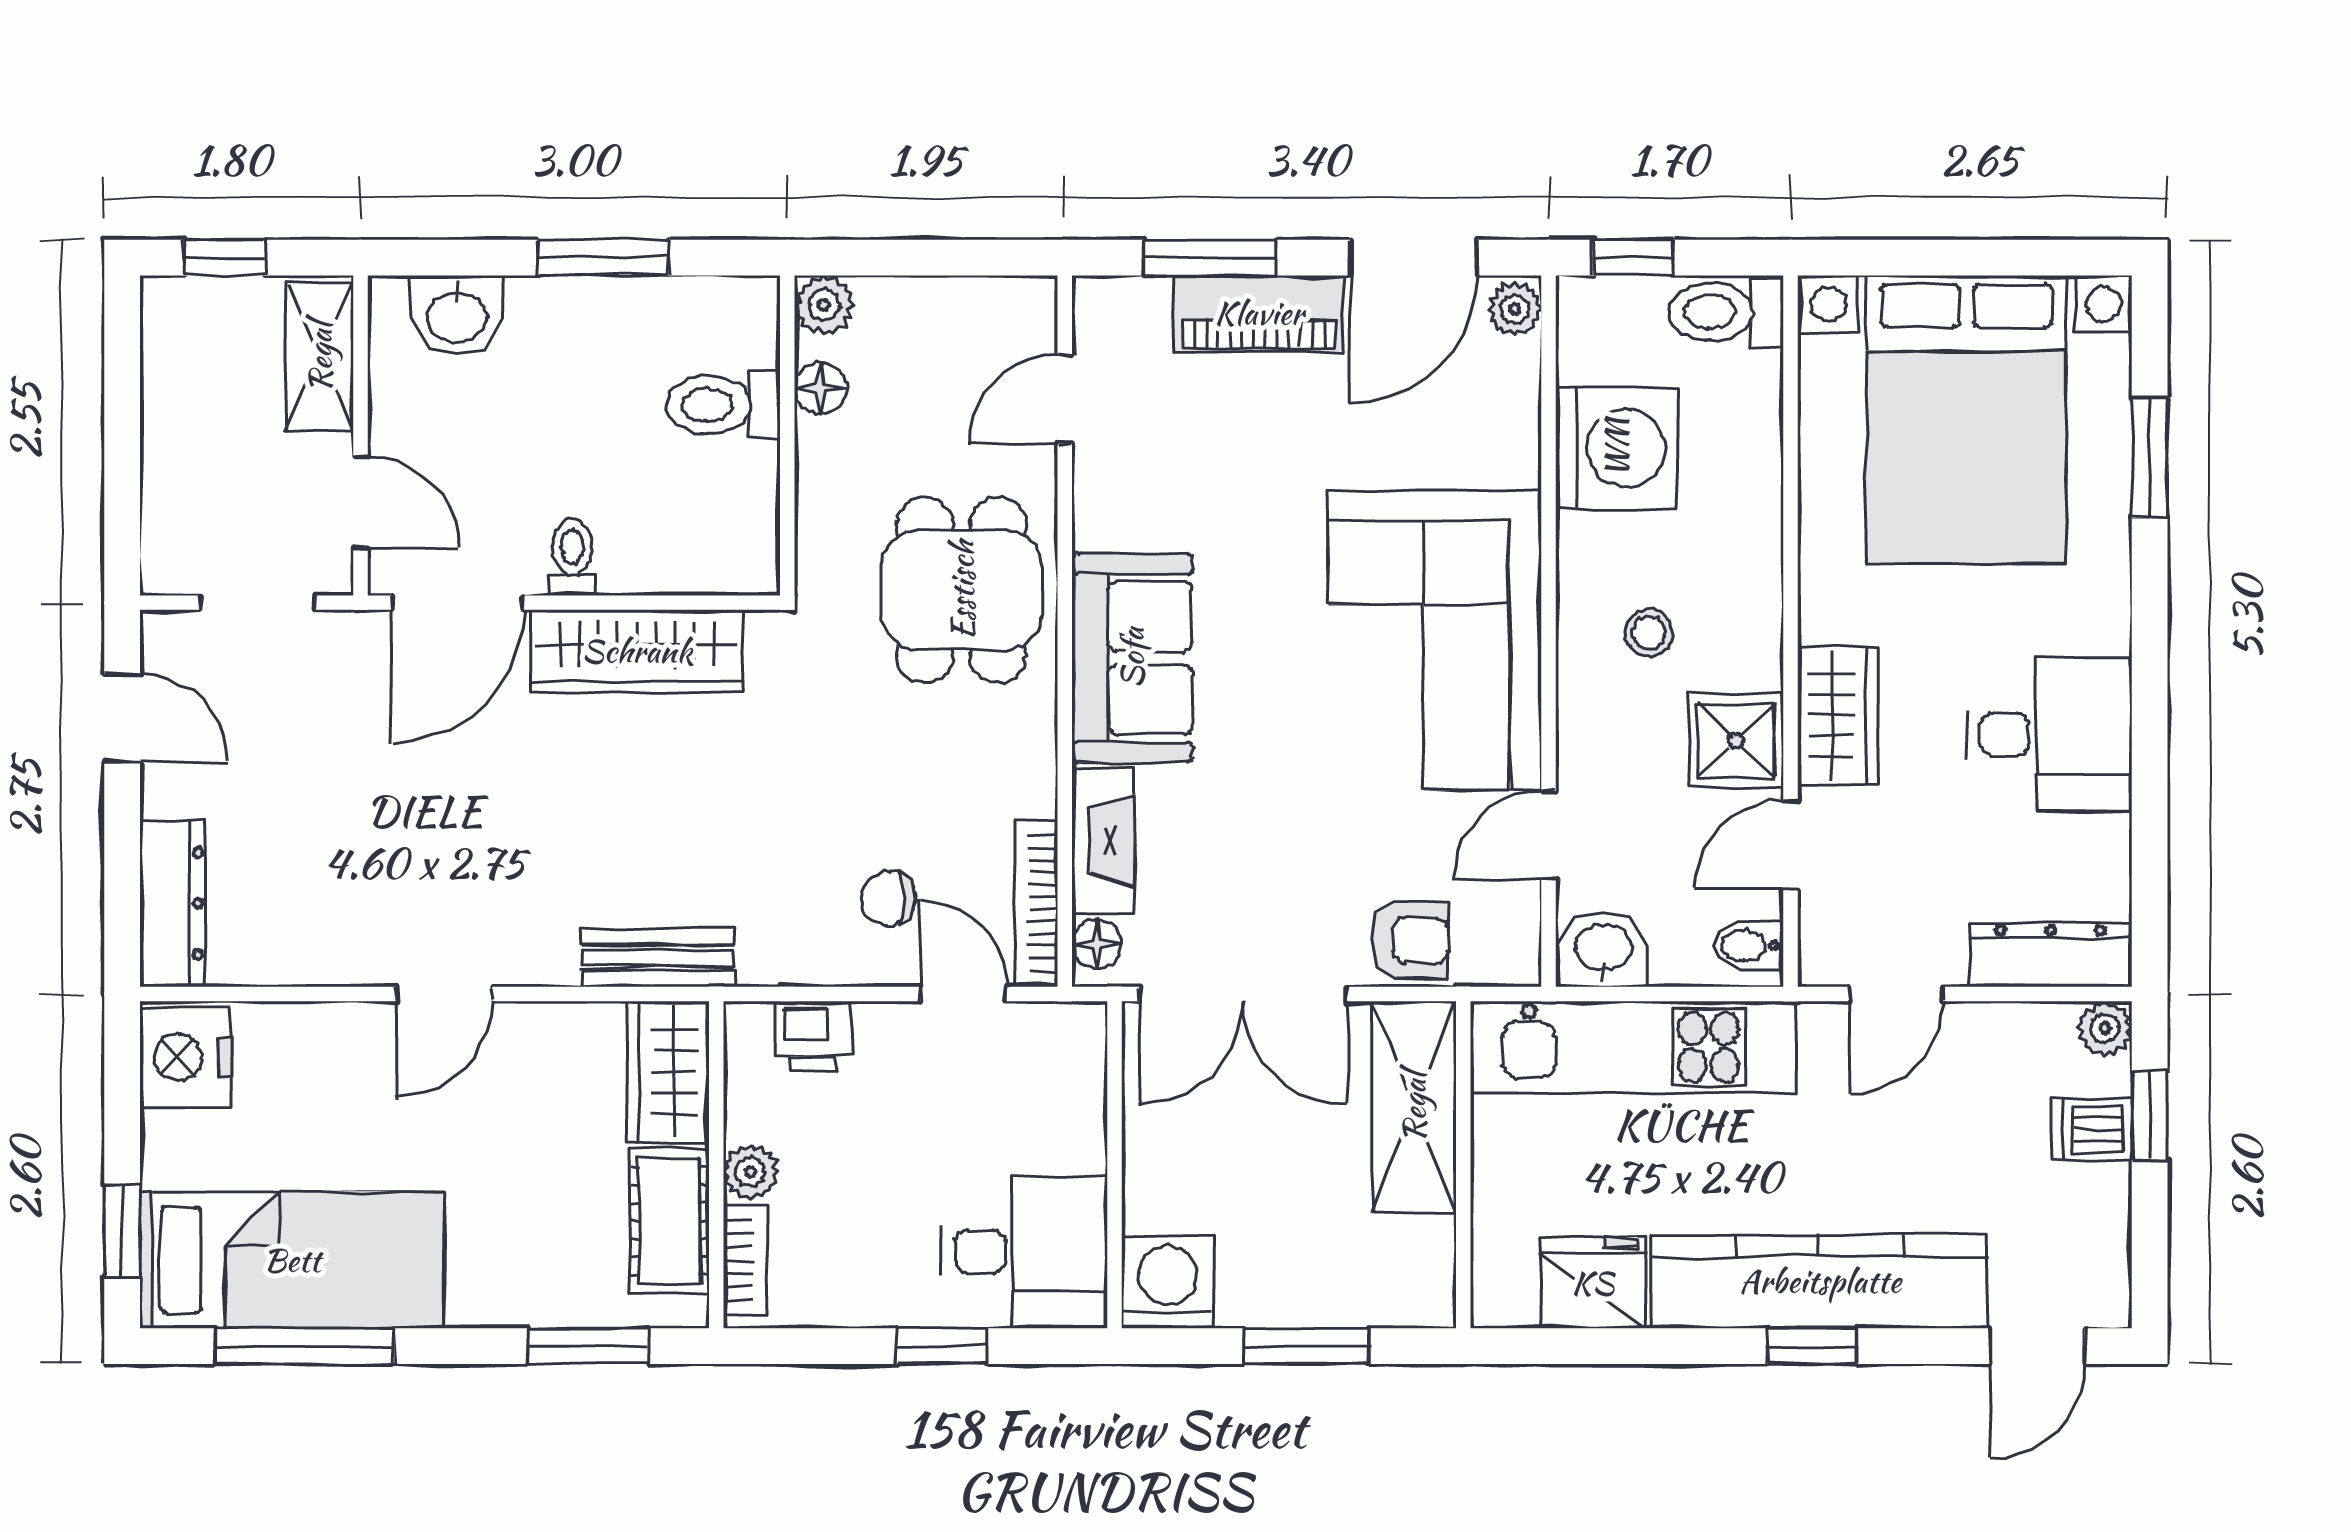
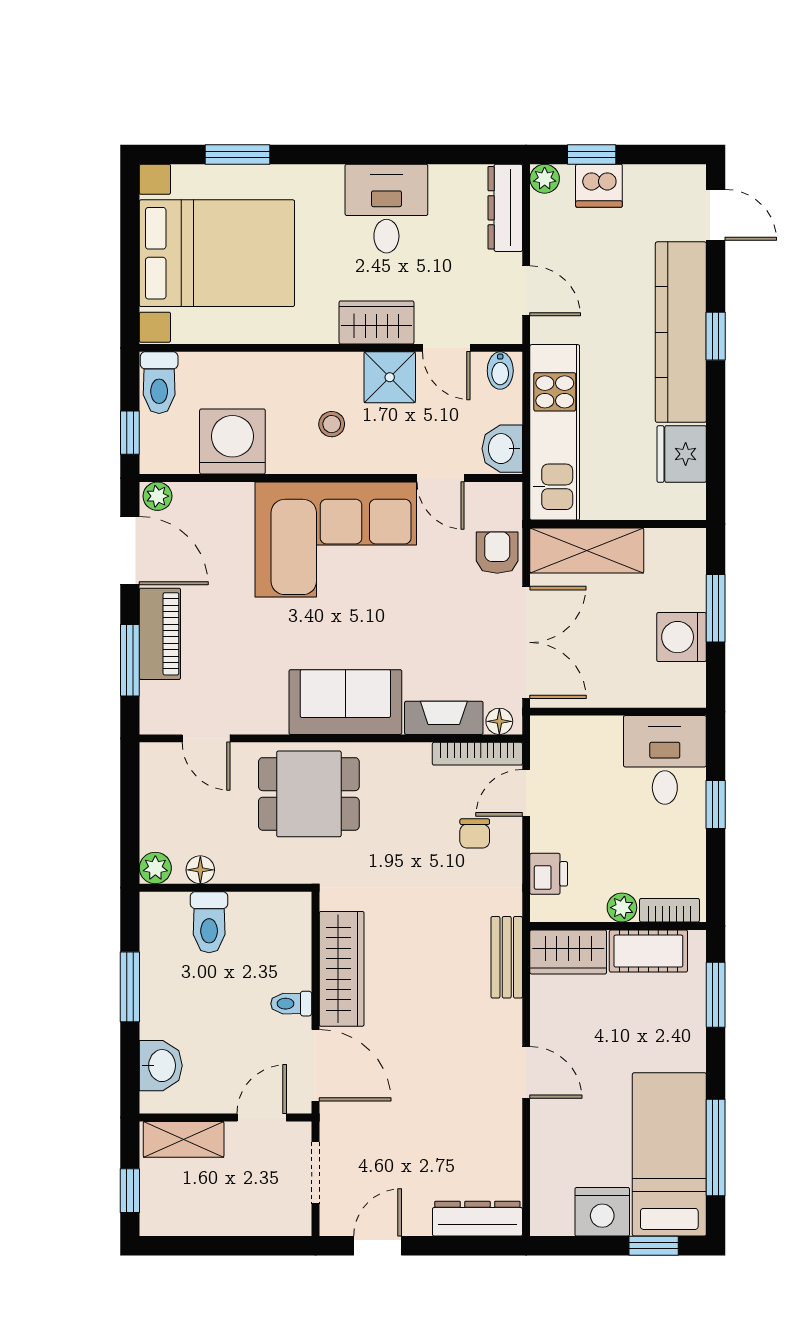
nightstand: (185, 1057) -> (602, 1212), moved
dishwasher: (2092, 1129) -> (599, 186), width x1.38
washing machine: (1167, 1282) -> (681, 637), moved

